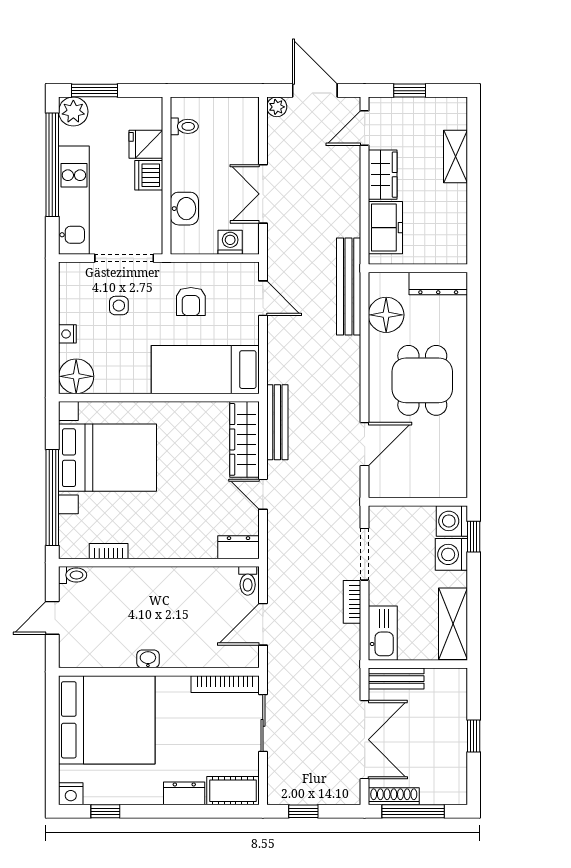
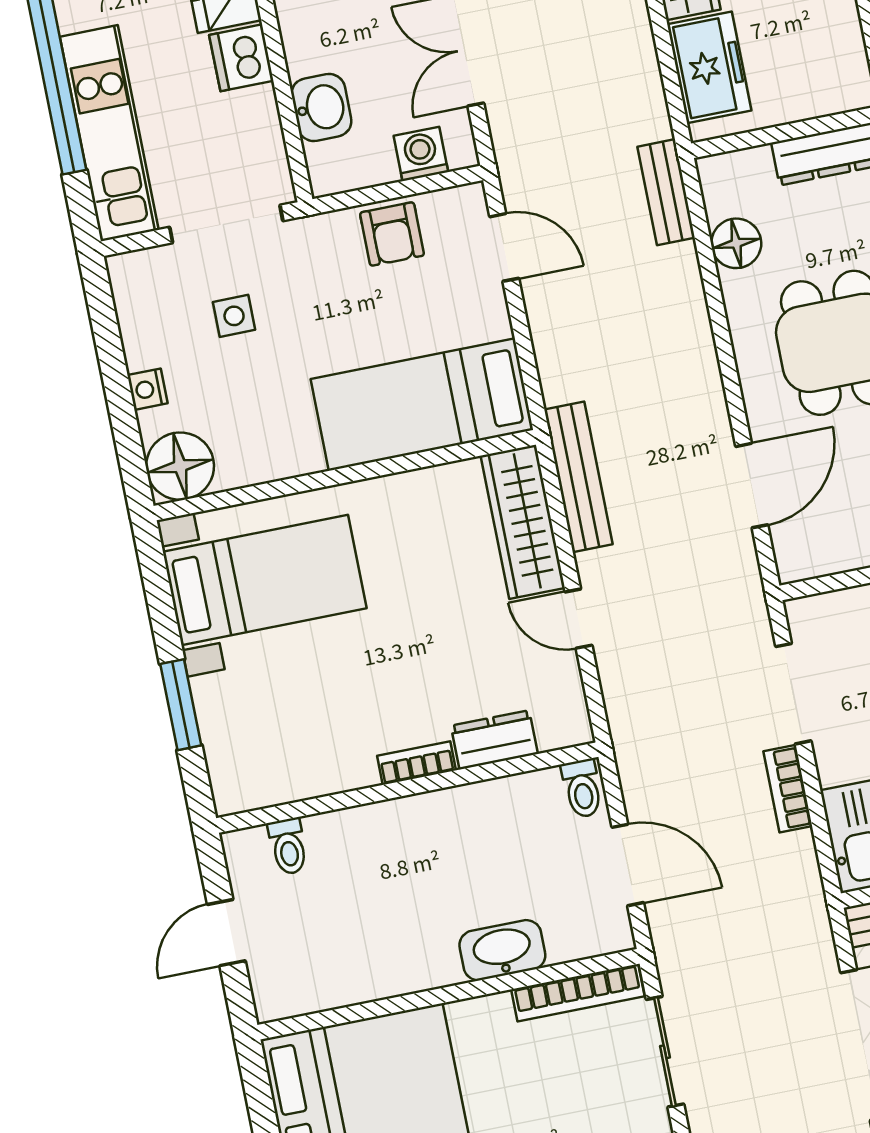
bench: (349, 287) -> (666, 192), width x0.54, depth x0.82
armchair: (191, 302) -> (392, 234), moved
floor lamp: (386, 315) -> (736, 243), width x0.73, depth x0.73
bed with nightstands: (108, 458) -> (265, 580), width x0.73
window: (52, 498) -> (181, 705), width x0.47
dresser: (239, 547) -> (494, 740), moved
bookcase: (109, 551) -> (416, 763), moved
toilet: (73, 575) -> (288, 846), moved, turned 90
door: (263, 624) -> (628, 865), swing flipped
washbasin: (148, 659) -> (502, 950), moved, width x1.91, depth x1.45

